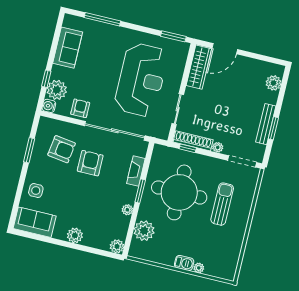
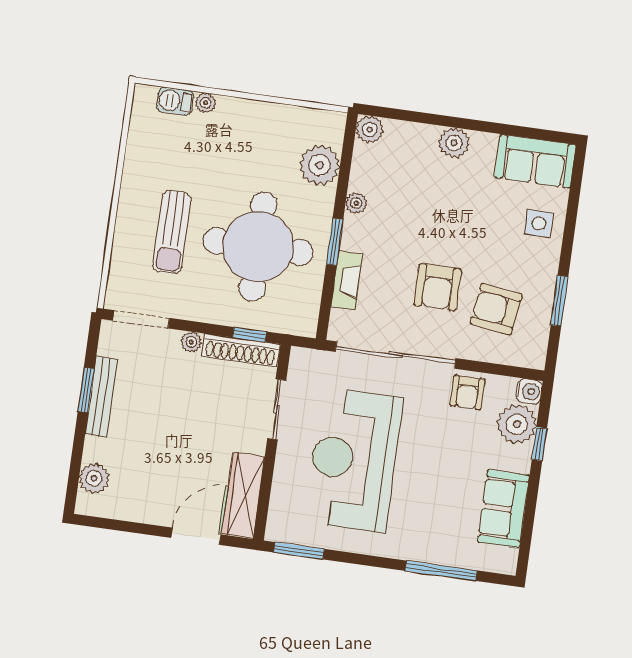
barbecue: (184, 263) -> (175, 101), moved

